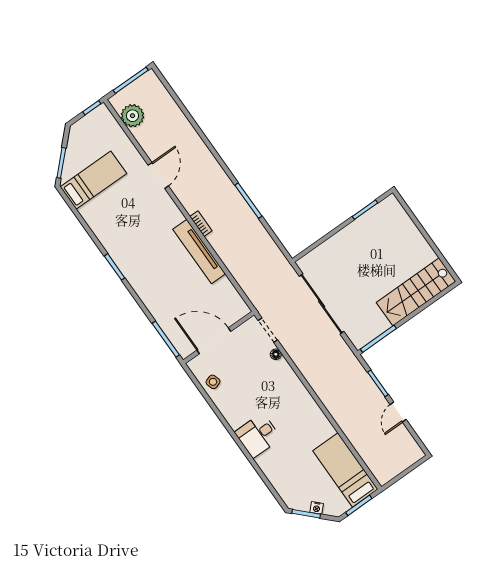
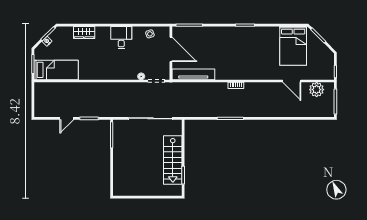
door: (158, 176) -> (292, 81), moved
bed: (93, 180) -> (293, 46), width x1.50
tv unit: (199, 252) -> (193, 74), moved
stairs: (416, 292) -> (173, 160), moved, turned 180
door: (214, 341) -> (171, 49), hinge flipped
door: (398, 412) -> (67, 118), swing flipped
desk: (258, 435) -> (121, 38), moved
wardrobe: (271, 468) -> (84, 32), added

